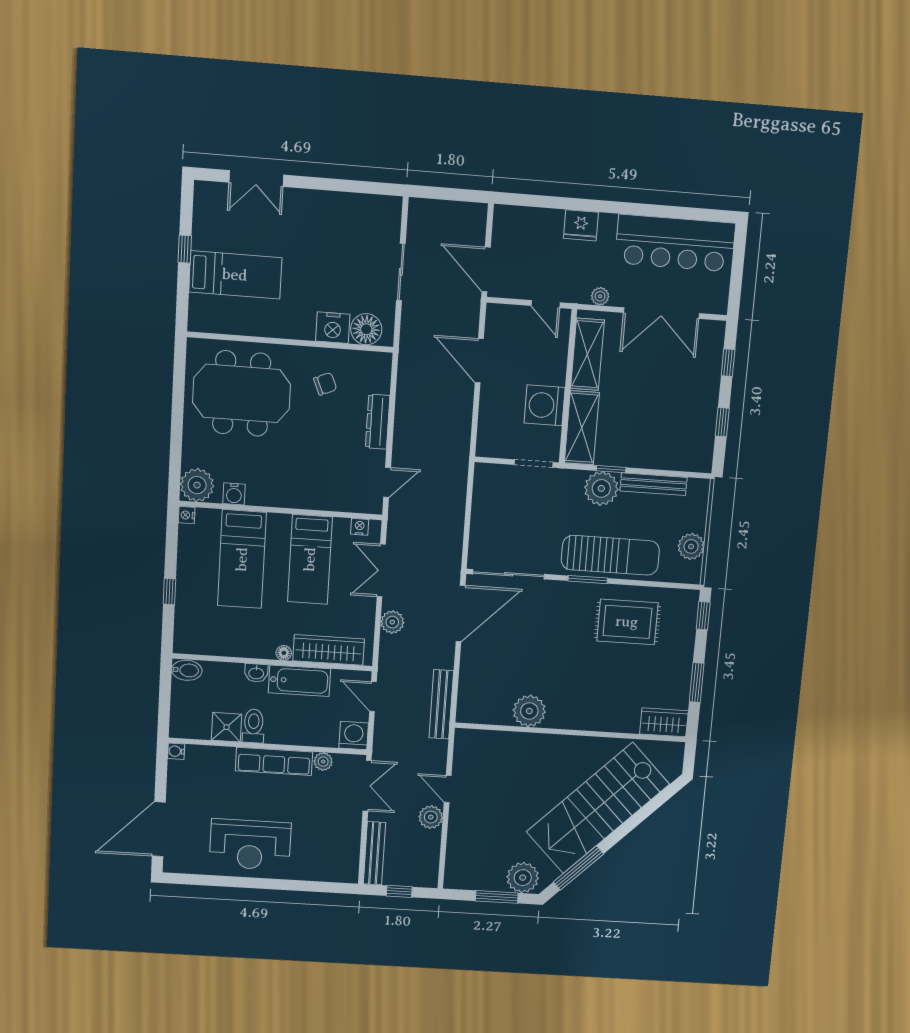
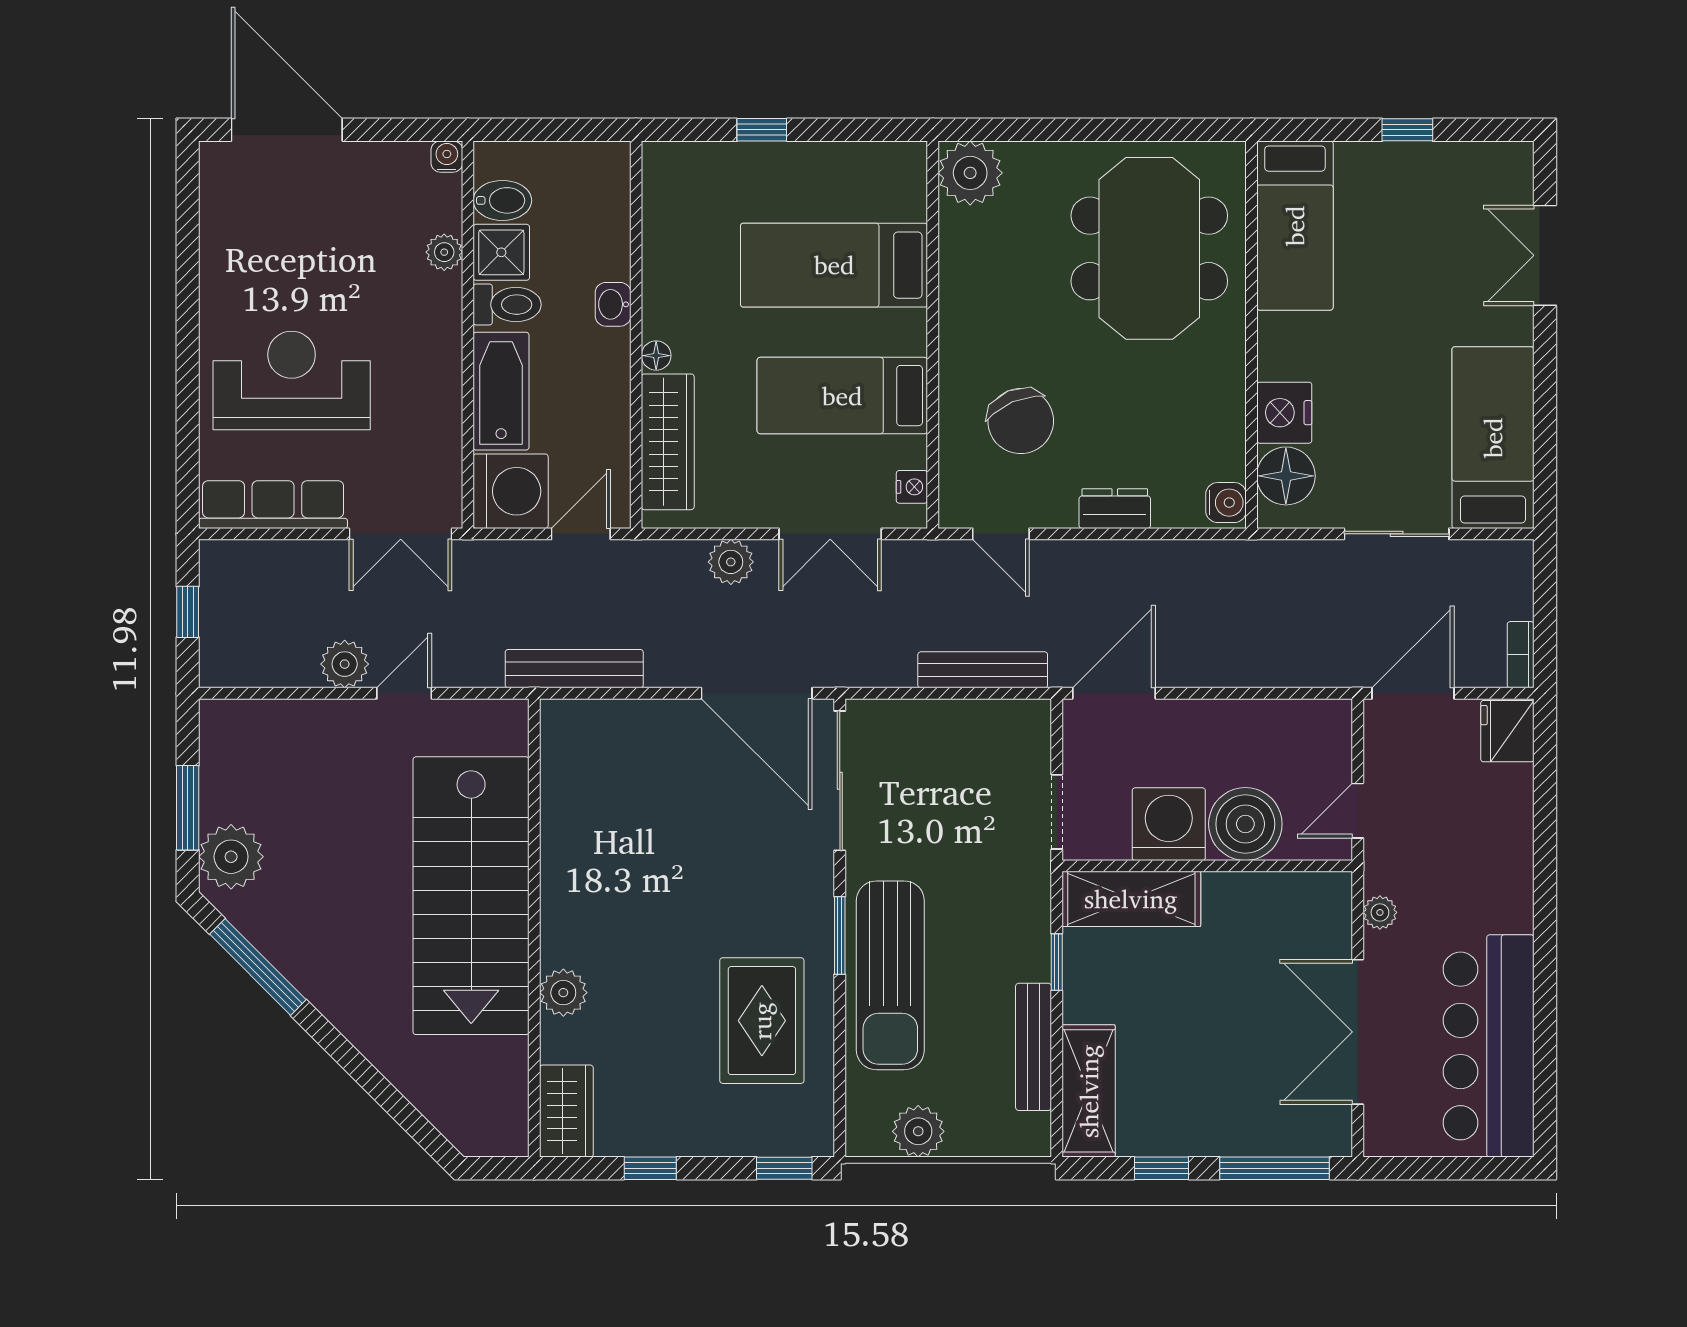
bookcase: (470, 209) -> (1521, 655), added
bed: (353, 215) -> (1493, 438), added
fridge: (581, 225) -> (1507, 731), moved
bed: (235, 275) -> (1295, 226), moved
shelving: (587, 354) -> (1089, 1091), moved, turned 90
door: (479, 361) -> (1114, 693), moved
window: (728, 363) -> (1275, 1168), width x2.17
boiler: (548, 365) -> (1245, 824), added
chair: (325, 384) -> (1021, 421), moved, width x1.87, depth x1.87
dresser: (378, 422) -> (1115, 509), width x0.70
plant: (601, 488) -> (1018, 947), removed
water cooler: (234, 494) -> (1226, 503), moved, turned 180
nightstand: (187, 515) -> (911, 156), removed
double door: (381, 571) -> (830, 534), swing flipped
bidet: (187, 670) -> (502, 200), moved, turned -90
bathtub: (299, 681) -> (501, 391), moved, turned 180
window: (697, 683) -> (650, 1168), width x0.67
plant: (529, 711) -> (563, 993), moved, width x0.73, depth x0.73
washing machine: (354, 736) -> (511, 491), width x1.37, depth x1.37
row of seats: (274, 761) -> (273, 505), moved, turned 90
plant: (323, 762) -> (444, 252), moved
stairs: (598, 808) -> (471, 896), moved, turned -135
reception desk: (250, 845) -> (292, 380), moved, turned 90
bench: (374, 853) -> (983, 670), moved

